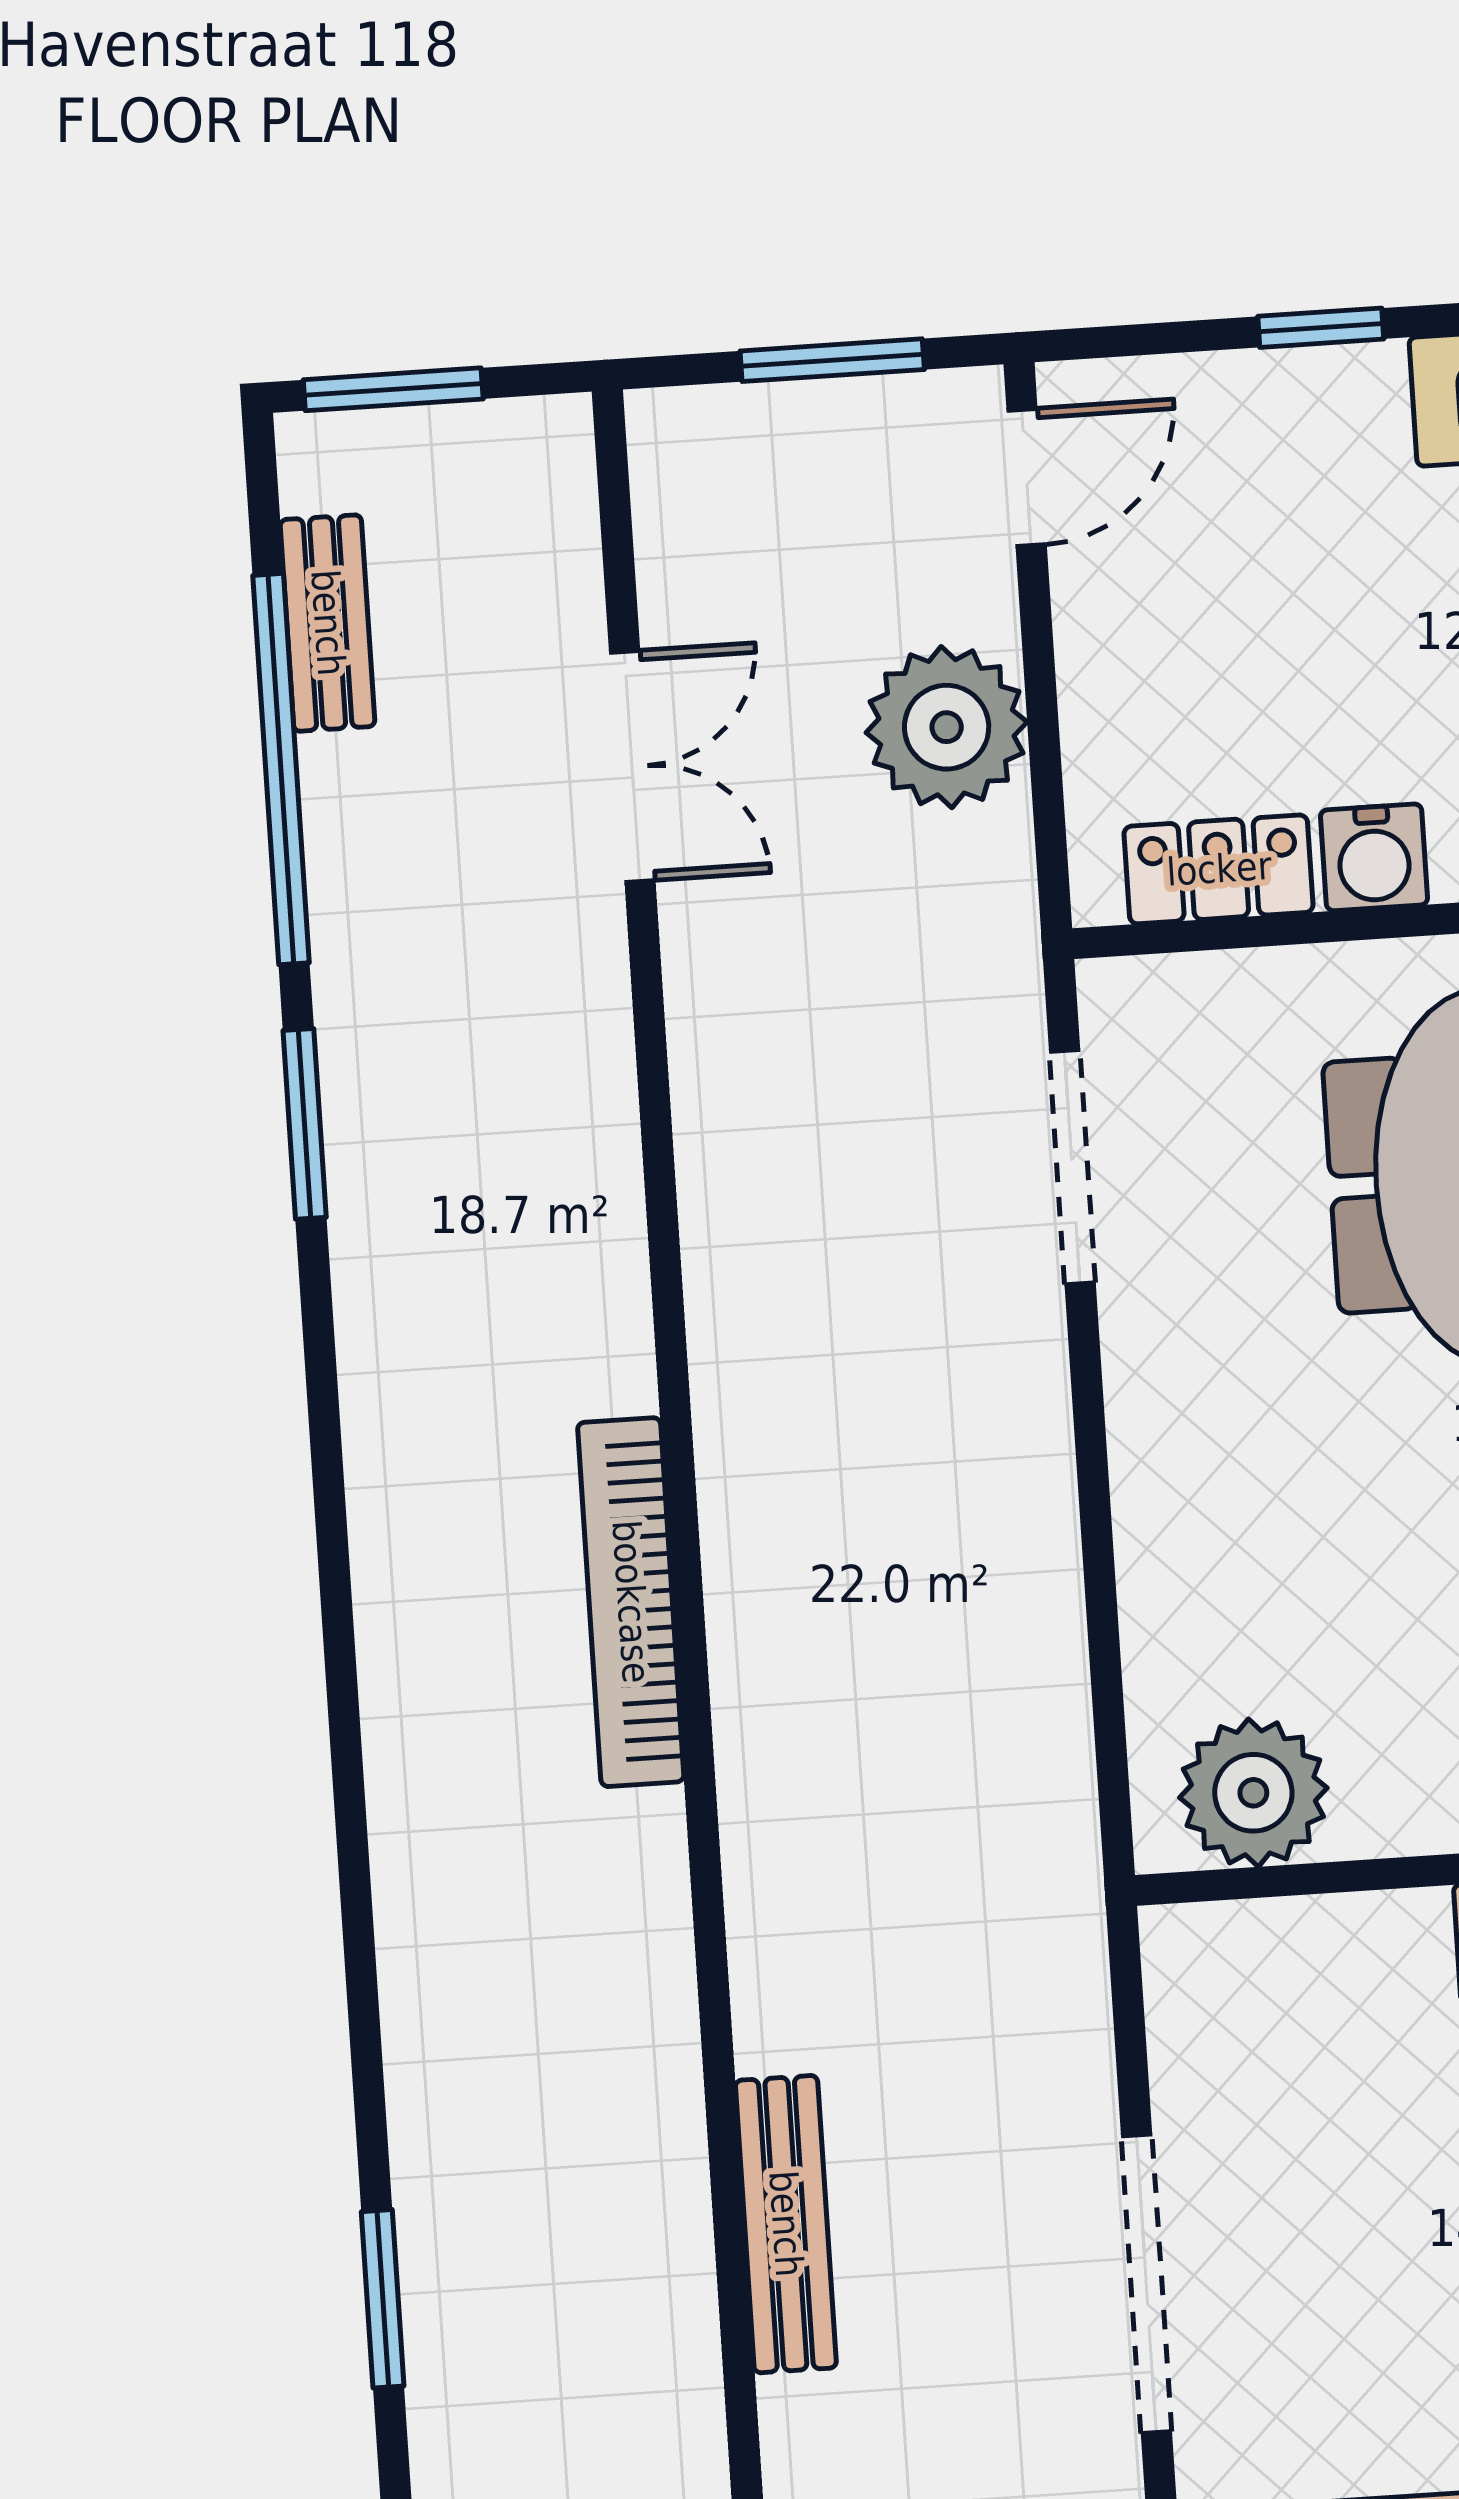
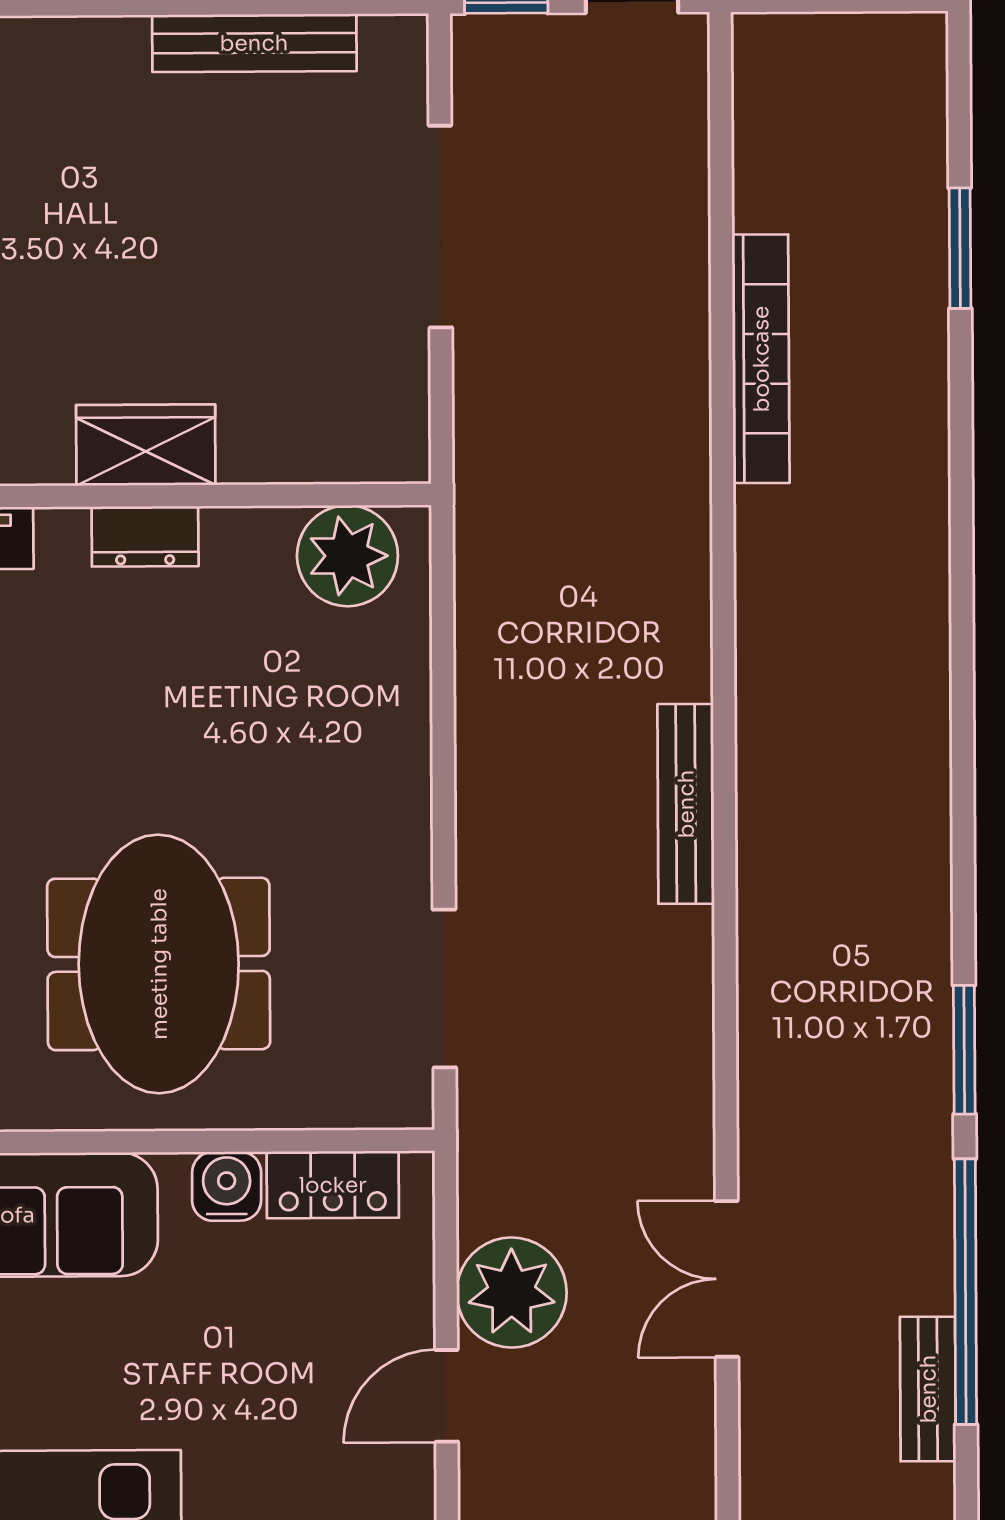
door: (1027, 477) -> (447, 1396), moved
bookcase: (631, 1602) -> (761, 359), moved
bench: (786, 2224) -> (686, 804), moved

